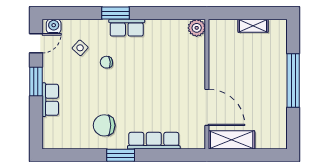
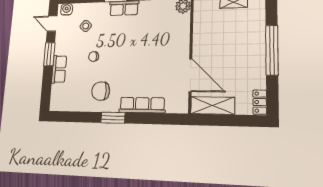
door: (36, 43) -> (52, 23), swing flipped
chair: (106, 62) -> (94, 56), moved
locker: (280, 136) -> (260, 102), added

